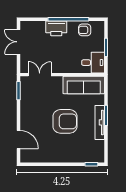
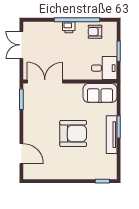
printer: (56, 28) -> (69, 27), width x0.53, depth x0.68
double door: (40, 75) -> (45, 81), width x1.37
sofa: (84, 85) -> (100, 93), width x0.73

